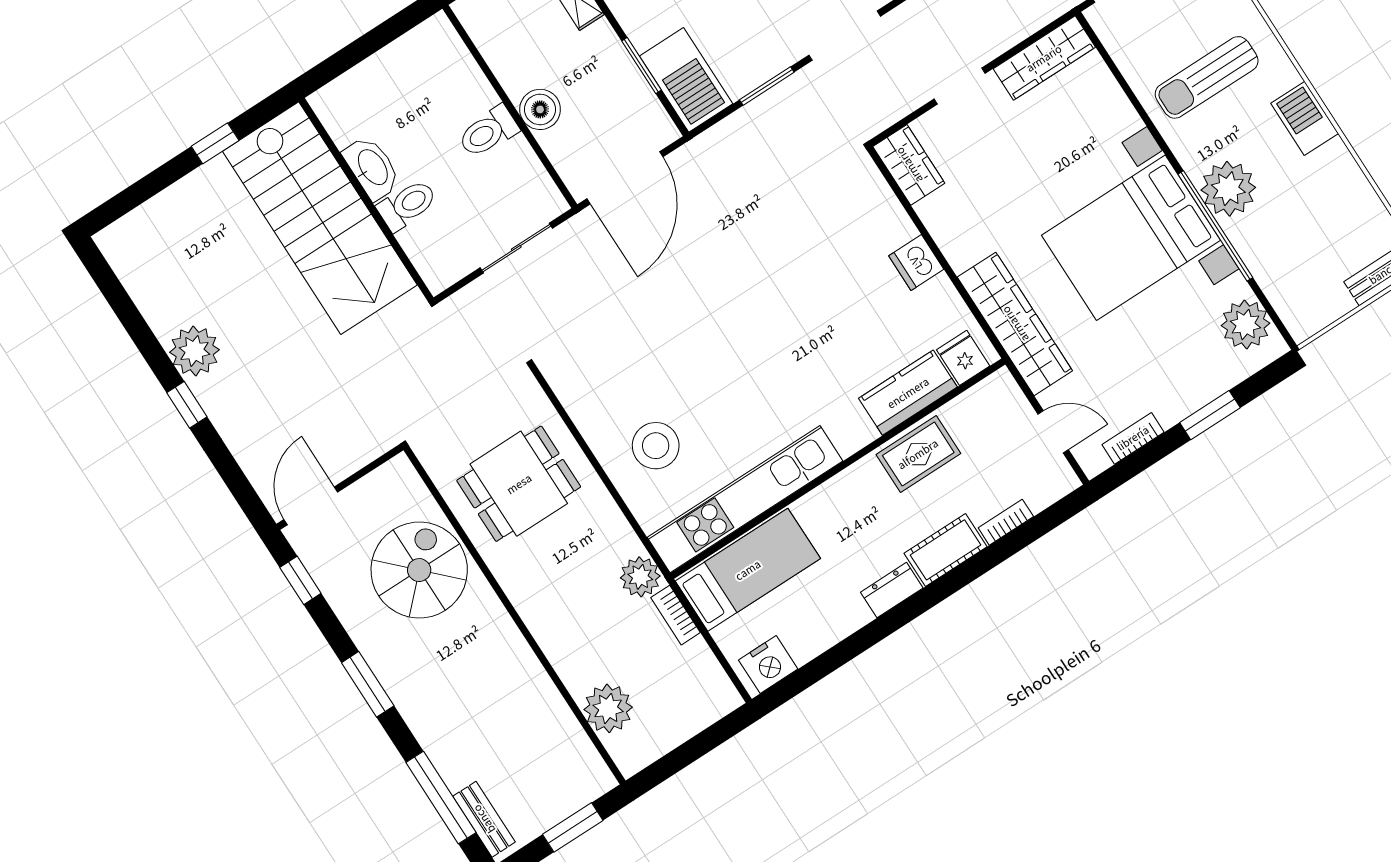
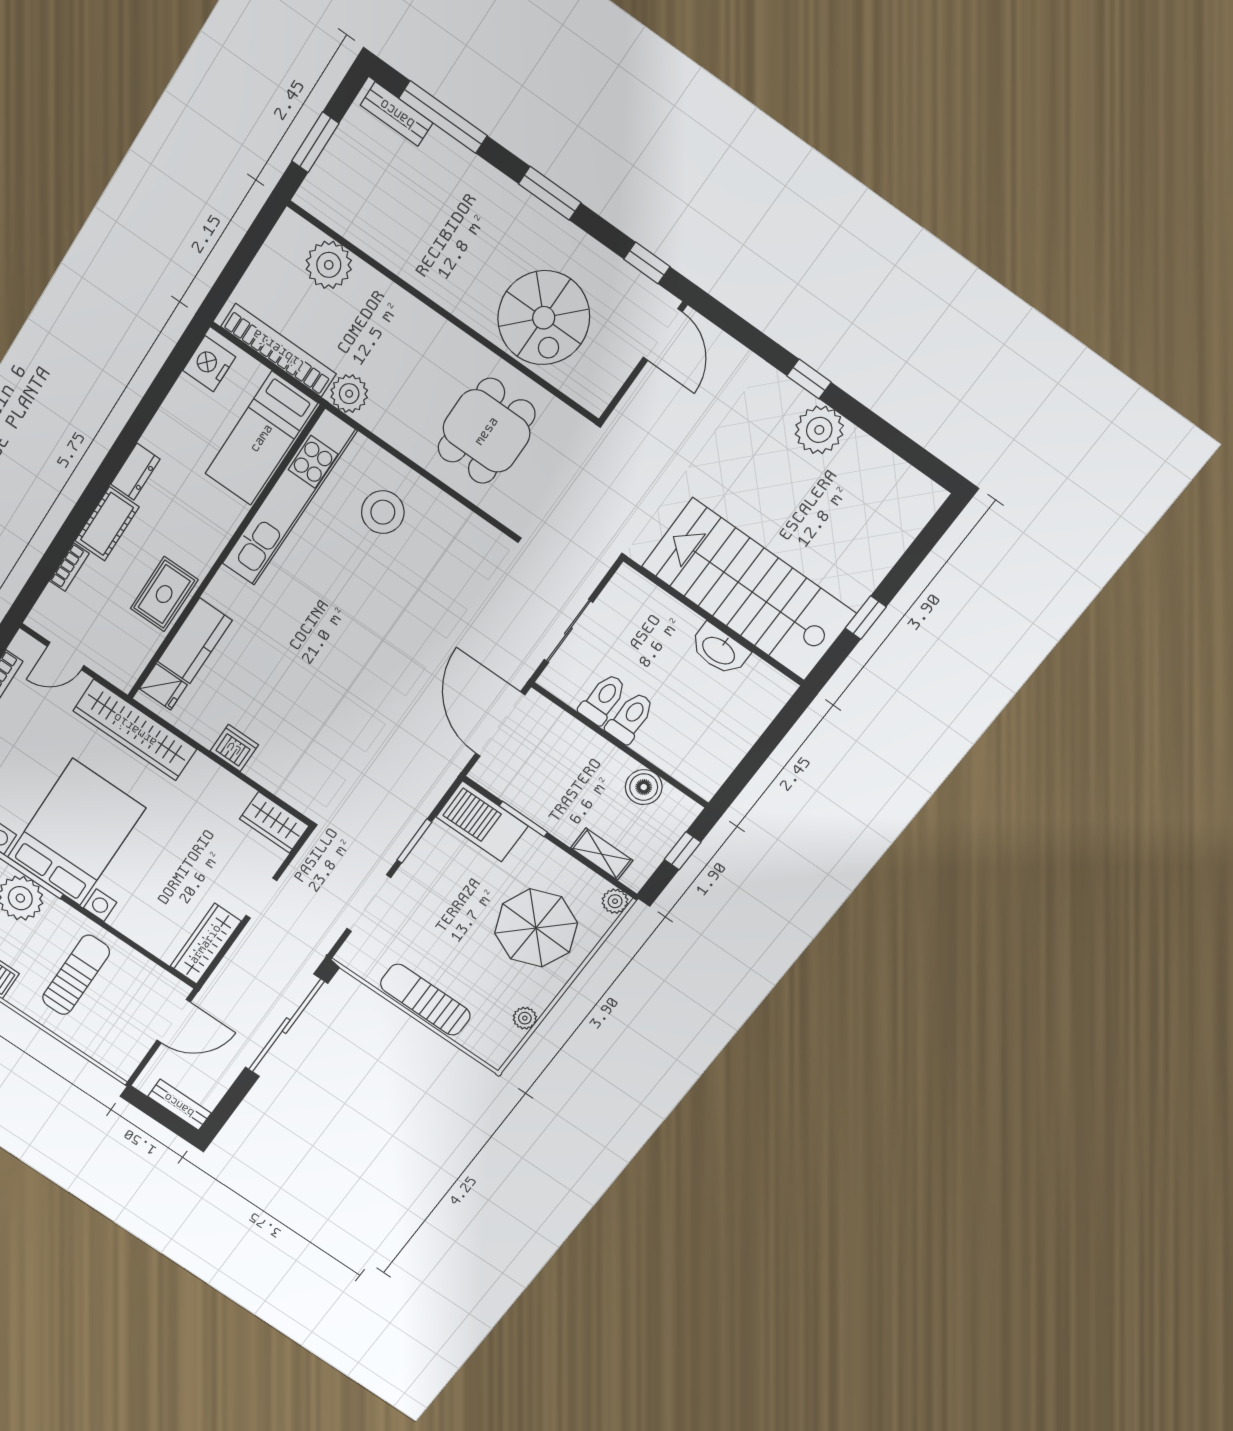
boiler: (540, 109) -> (644, 787), moved
toilet: (407, 205) -> (603, 699), moved, turned 180
bookcase: (676, 615) -> (279, 350), width x2.31, depth x1.31

